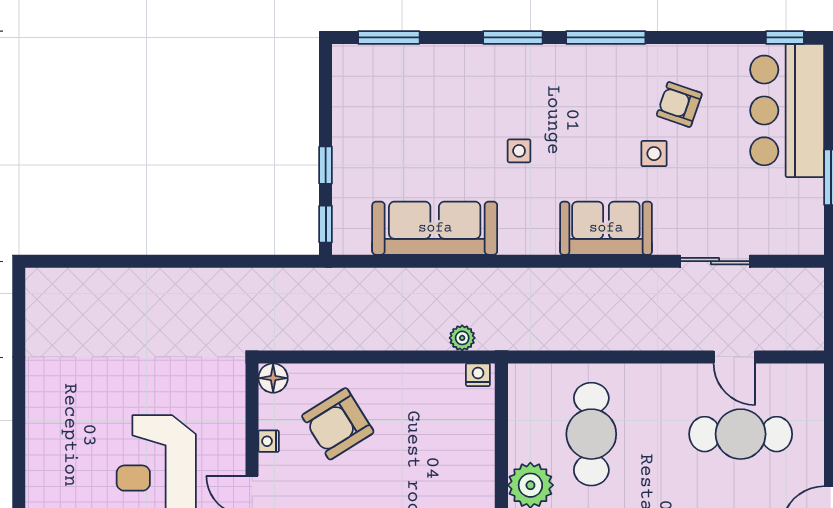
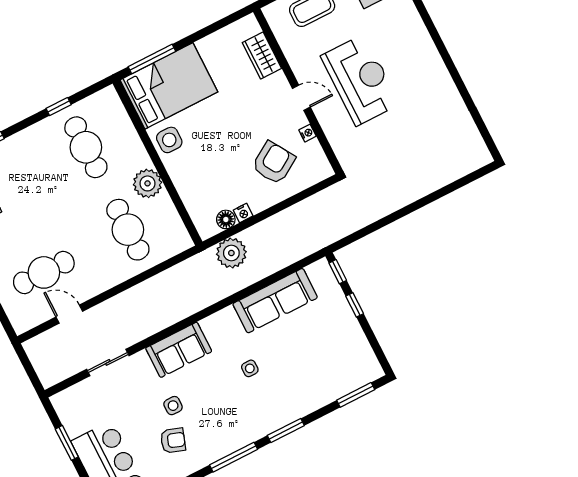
plant: (462, 338) -> (231, 253), width x1.88, depth x1.88
nightstand: (478, 375) -> (243, 213), moved
floor lamp: (273, 378) -> (226, 219), moved

